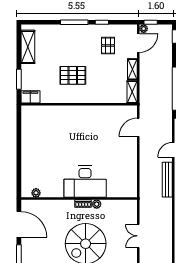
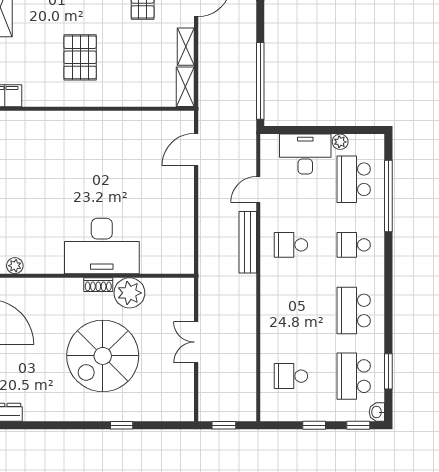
pallet: (73, 75) -> (80, 57), turned 90
plant: (97, 204) -> (129, 293), width x1.88, depth x1.88

